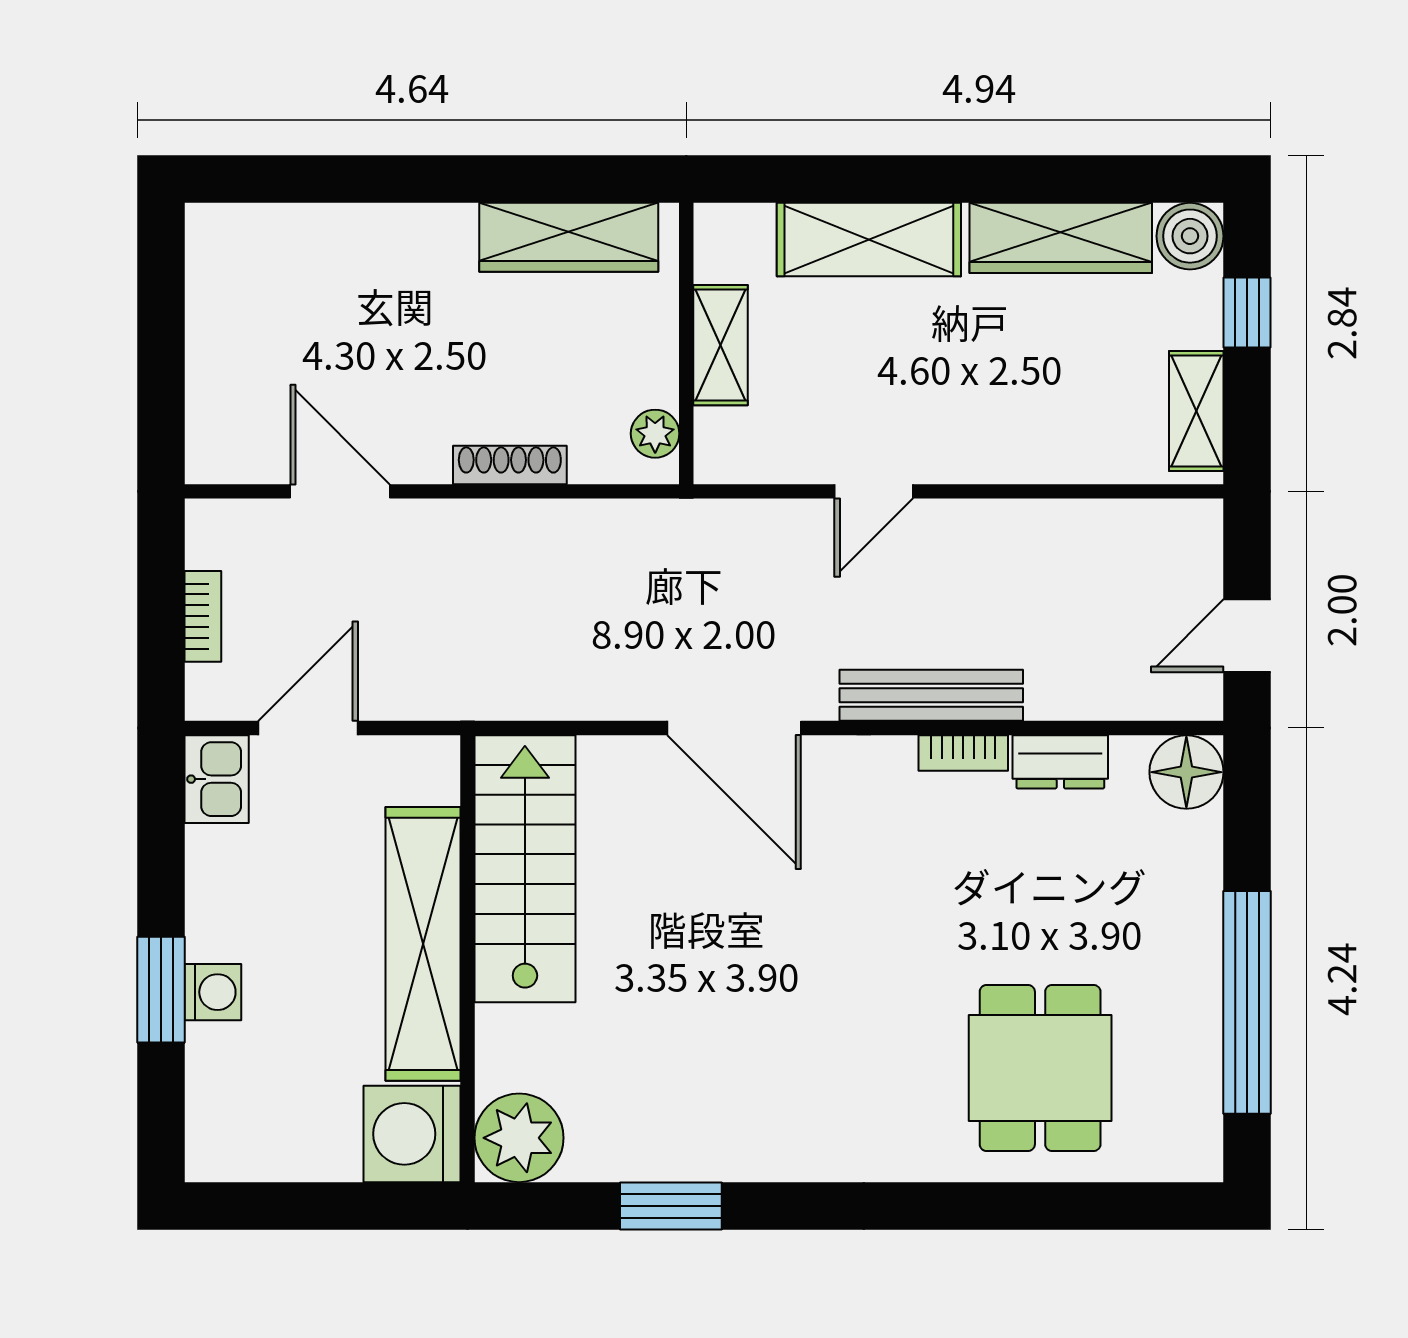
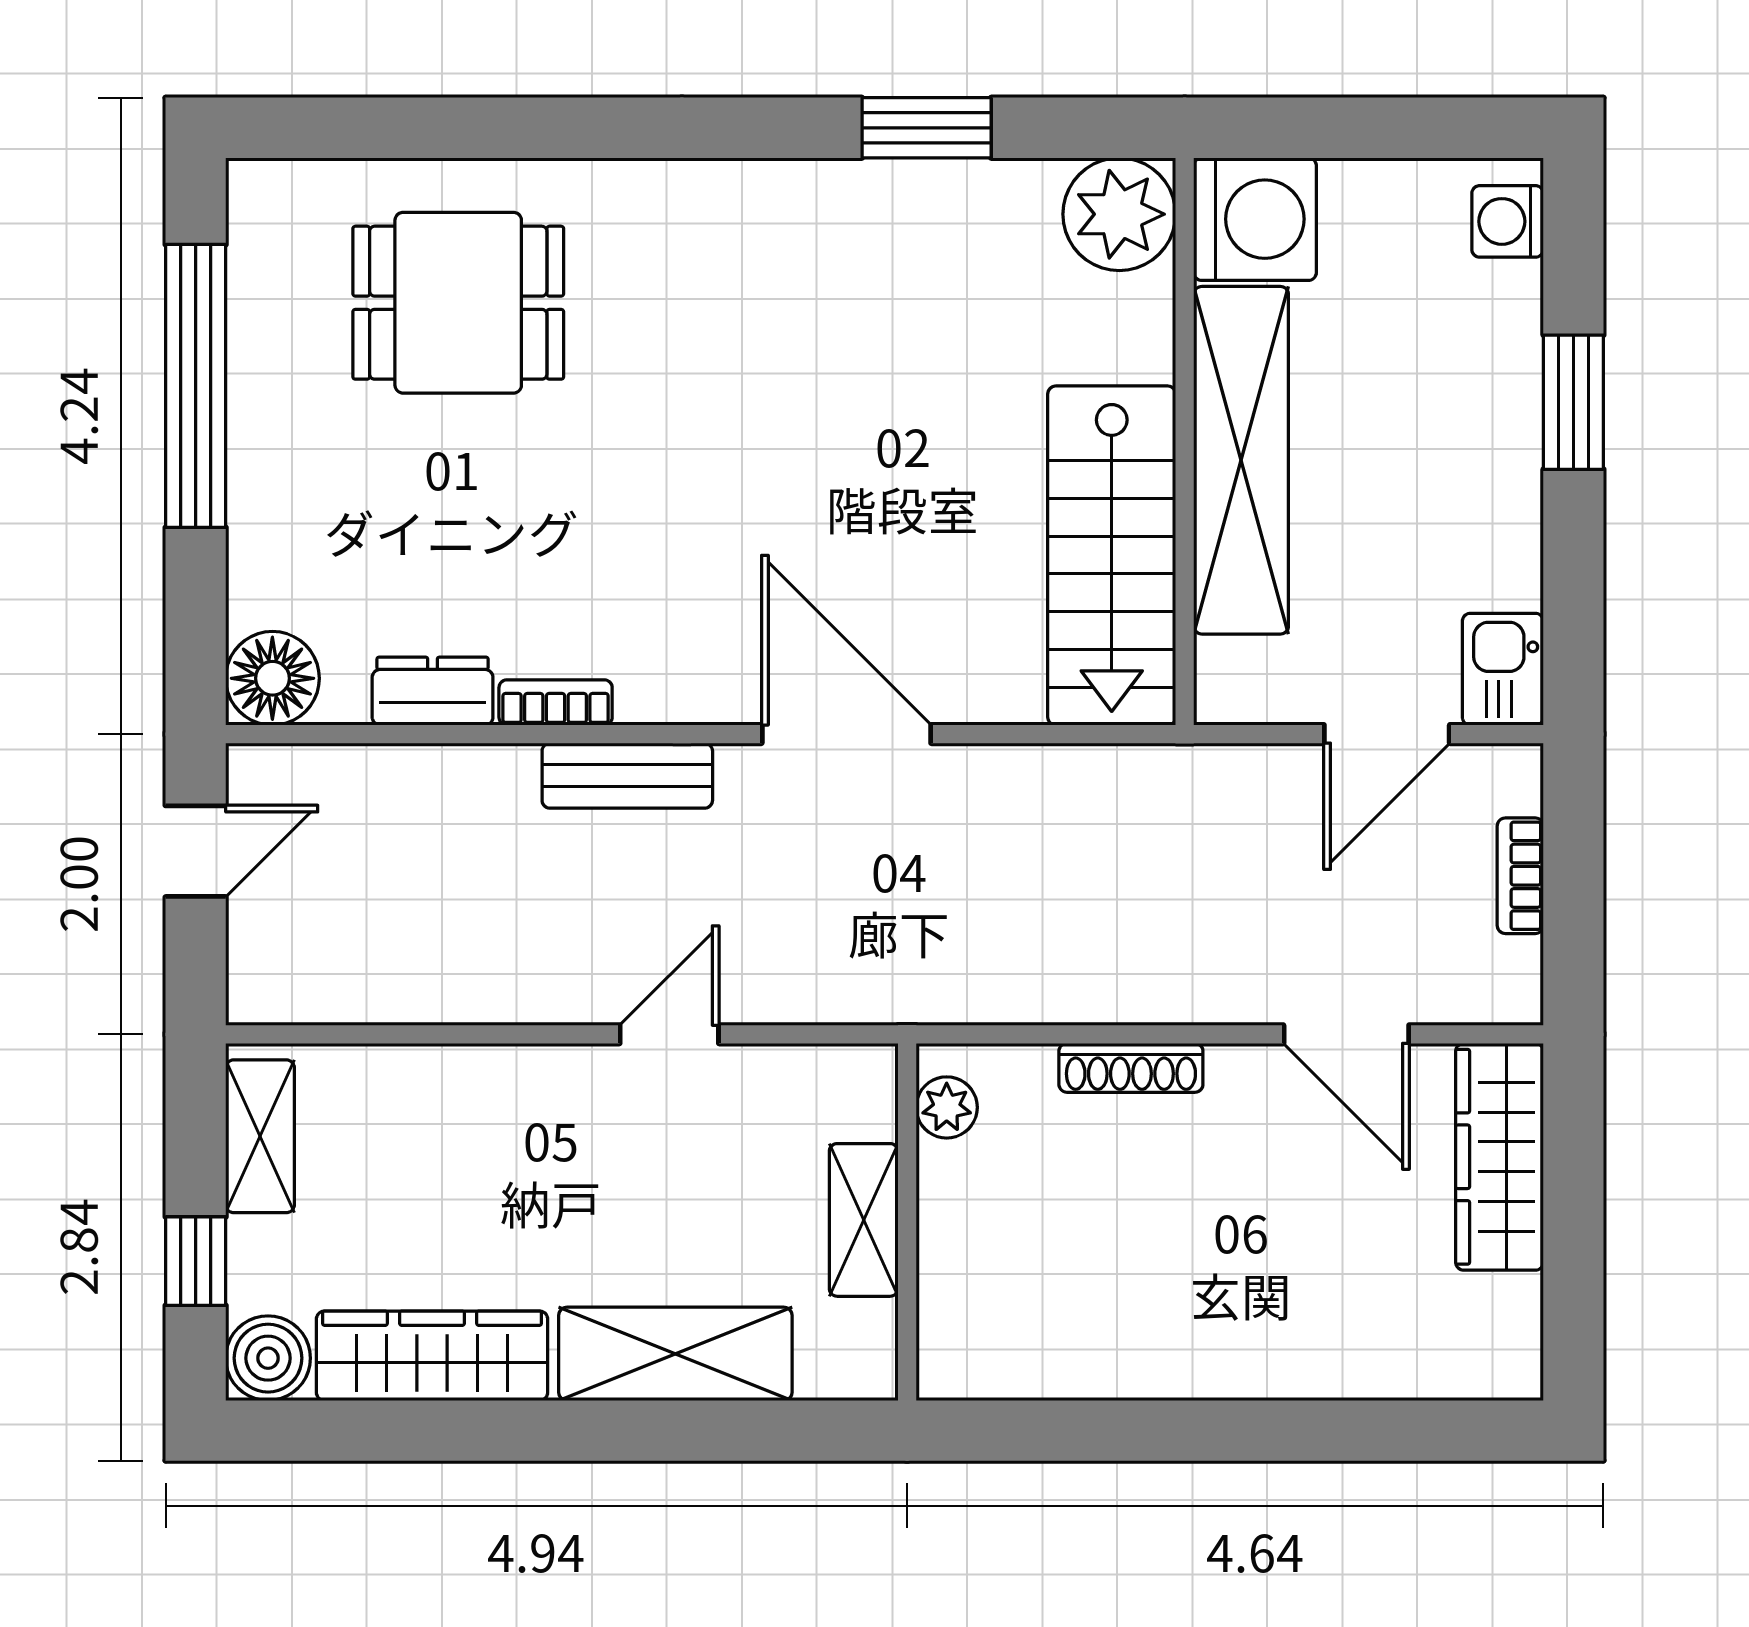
wardrobe: (569, 237) -> (1500, 1157), moved, turned -90
bench: (931, 695) -> (627, 776), width x0.73
washing machine: (213, 992) -> (1508, 221), moved
dining table: (1040, 1068) -> (458, 303), turned 90

